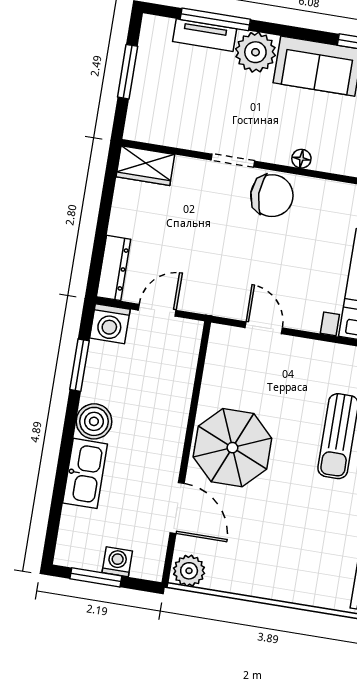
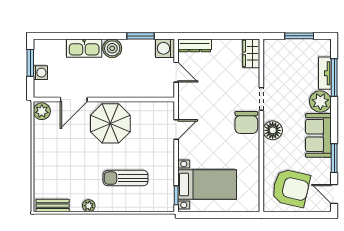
floor lamp: (301, 159) -> (273, 130), width x1.89, depth x1.89

